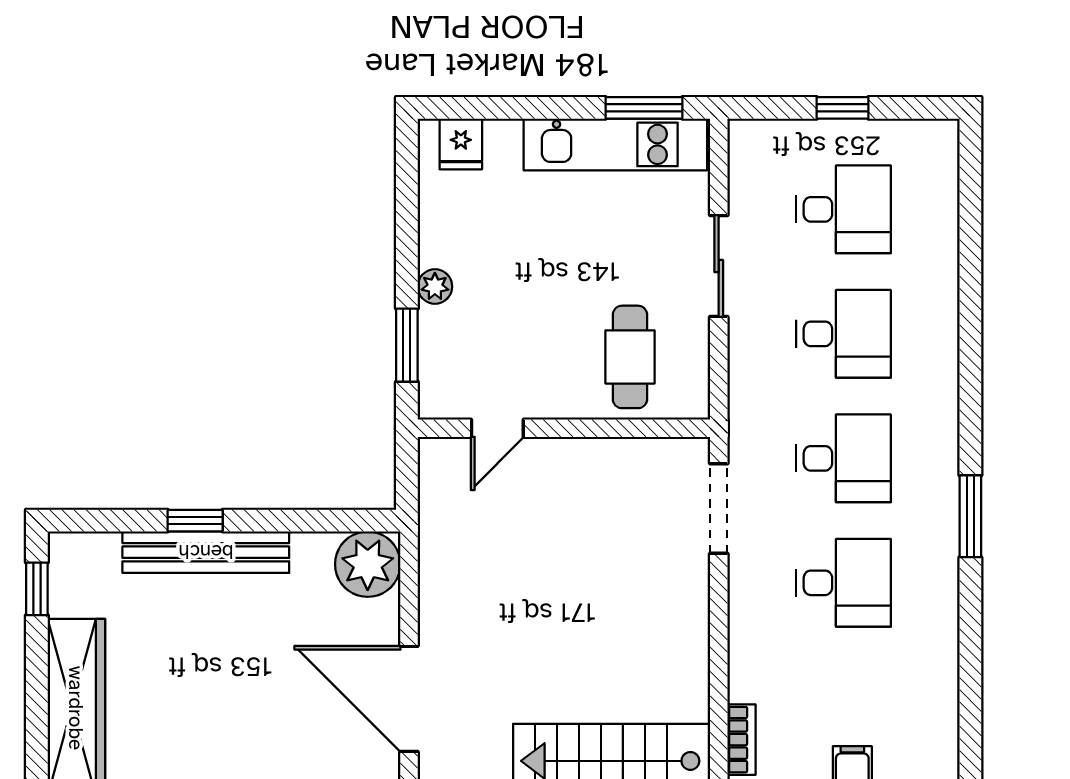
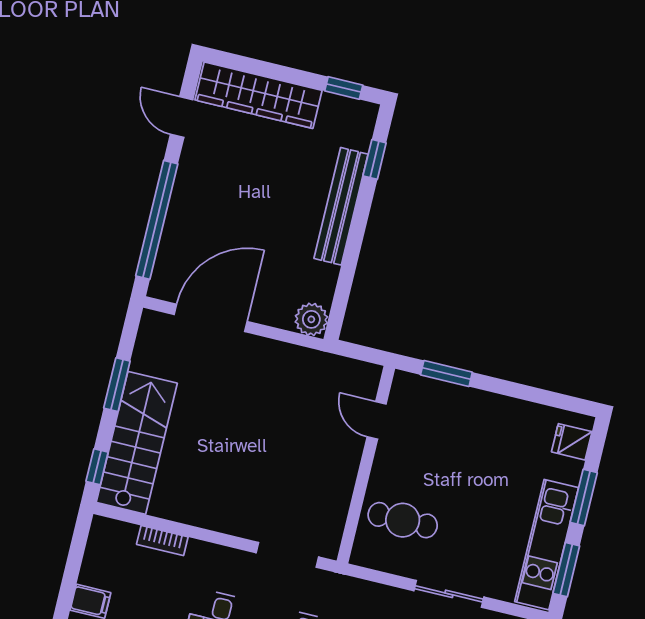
window: (536, 108) -> (584, 498), added
plant: (435, 287) -> (481, 402), removed
window: (195, 521) -> (375, 159), moved
plant: (368, 564) -> (311, 319), width x0.73, depth x0.73
bookcase: (741, 740) -> (162, 541), moved

